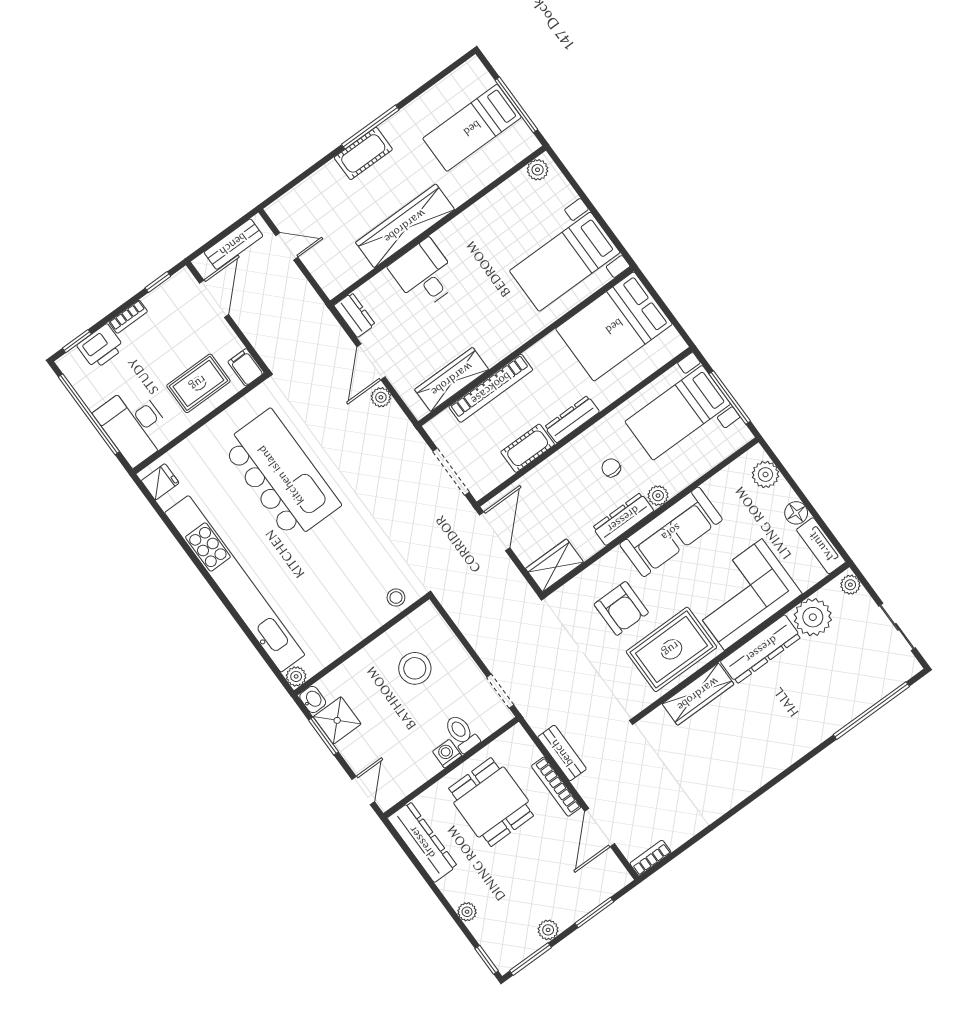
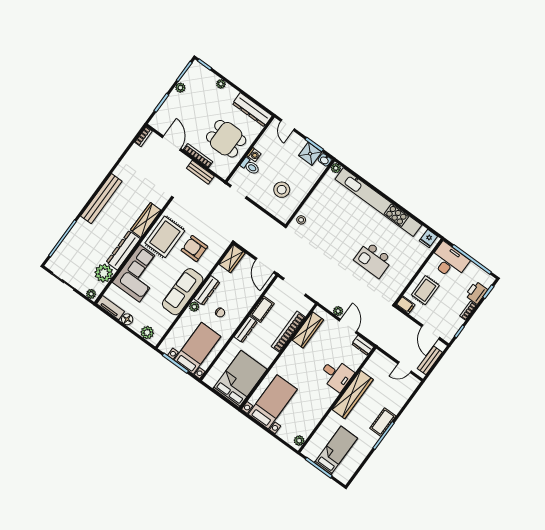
kitchen island: (281, 475) -> (373, 260), width x0.54, depth x0.78
bench: (771, 763) -> (101, 199), added

